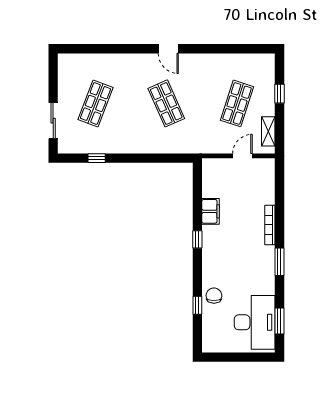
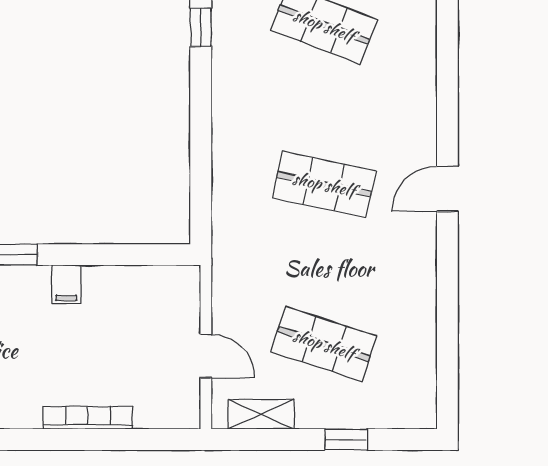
shop shelf: (166, 103) -> (324, 184), turned 36
filing cabinet: (211, 211) -> (66, 284), width x0.50
bookcase: (270, 225) -> (88, 418), moved

